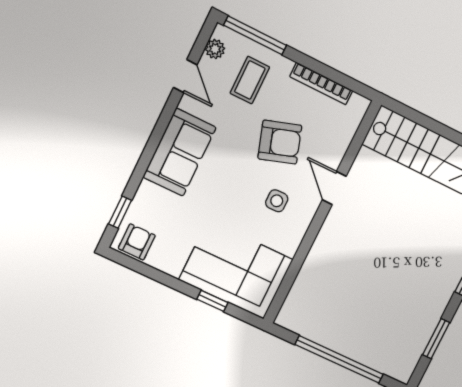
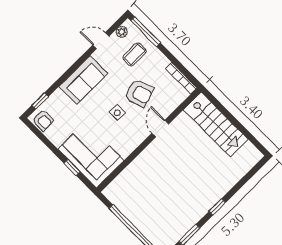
door: (185, 76) -> (101, 41), swing flipped
bookcase: (321, 84) -> (181, 78), moved
side table: (277, 201) -> (117, 113), moved
armchair: (137, 242) -> (43, 120), turned 90

